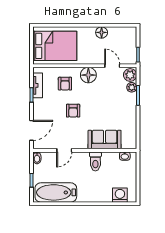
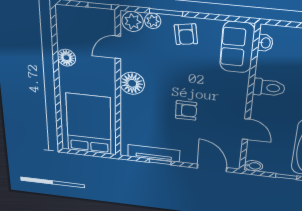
armchair: (65, 84) -> (186, 34), moved, turned 81
tv unit: (38, 85) -> (154, 153), width x1.41
sofa: (105, 139) -> (237, 47), moved

